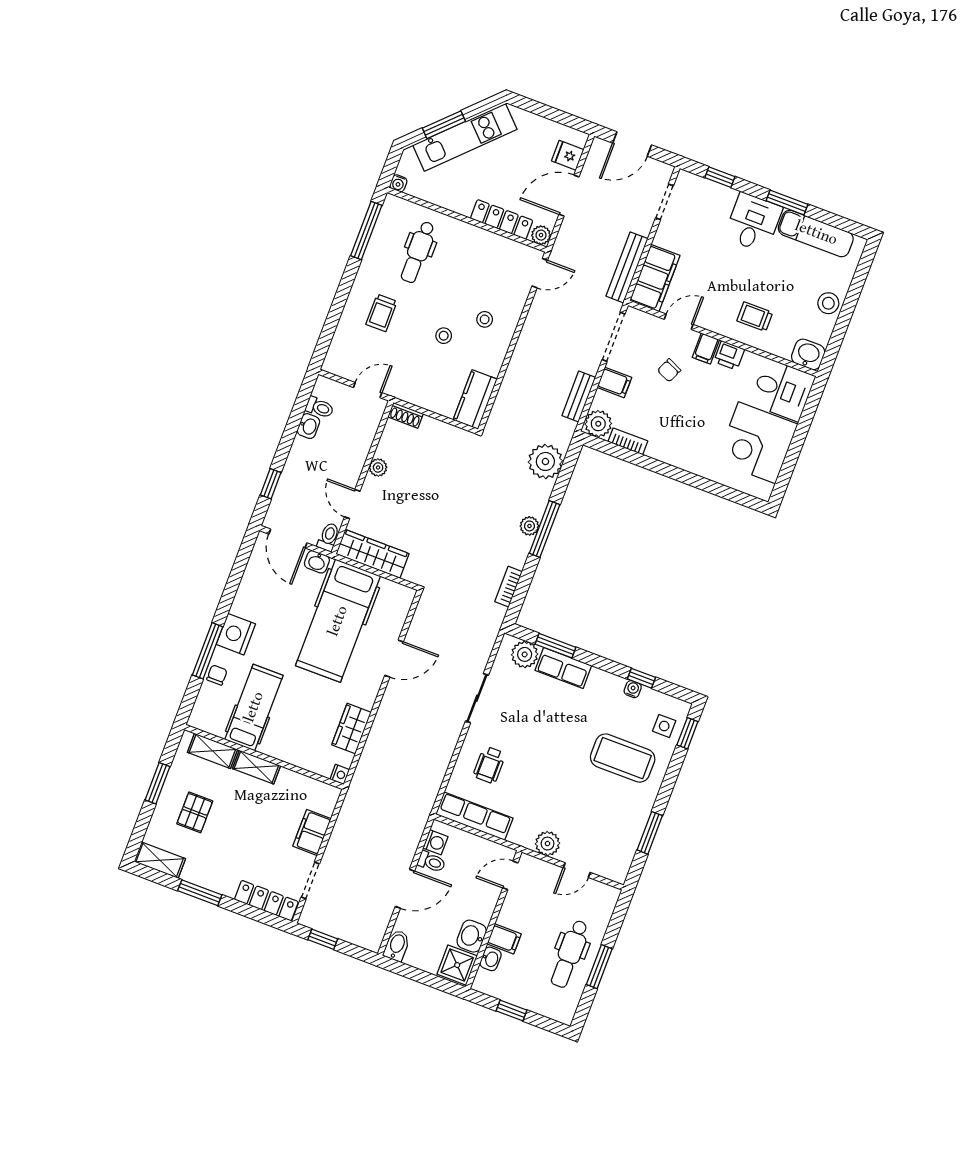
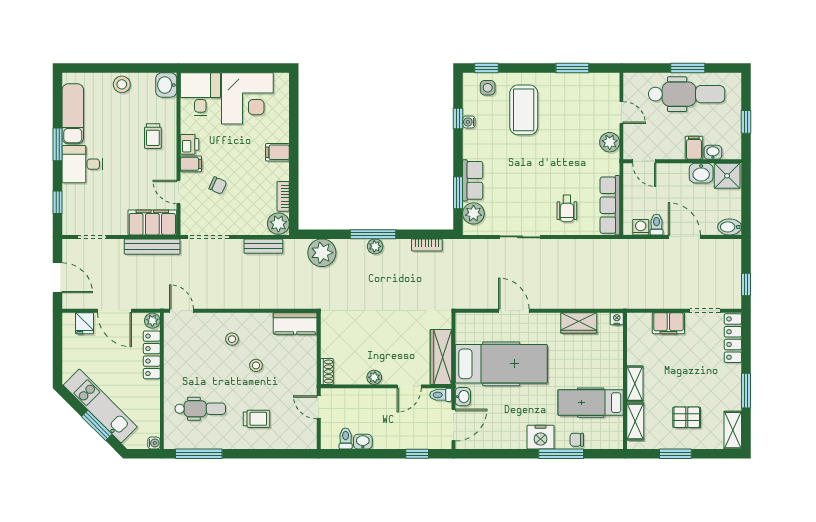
filing cabinet: (614, 382) -> (277, 152), moved, turned -90
wheelchair: (489, 765) -> (567, 209), turned 90
dental chair: (570, 954) -> (687, 94), width x1.36, depth x1.38

